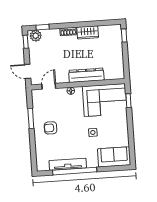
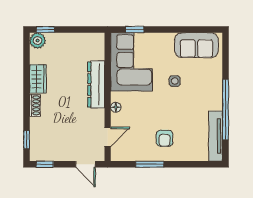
plant: (36, 36) -> (38, 41), moved
door: (28, 71) -> (85, 164), hinge flipped
door: (49, 86) -> (108, 137), swing flipped
sofa: (114, 157) -> (196, 45), moved, turned -90
tv unit: (68, 164) -> (216, 136), moved

